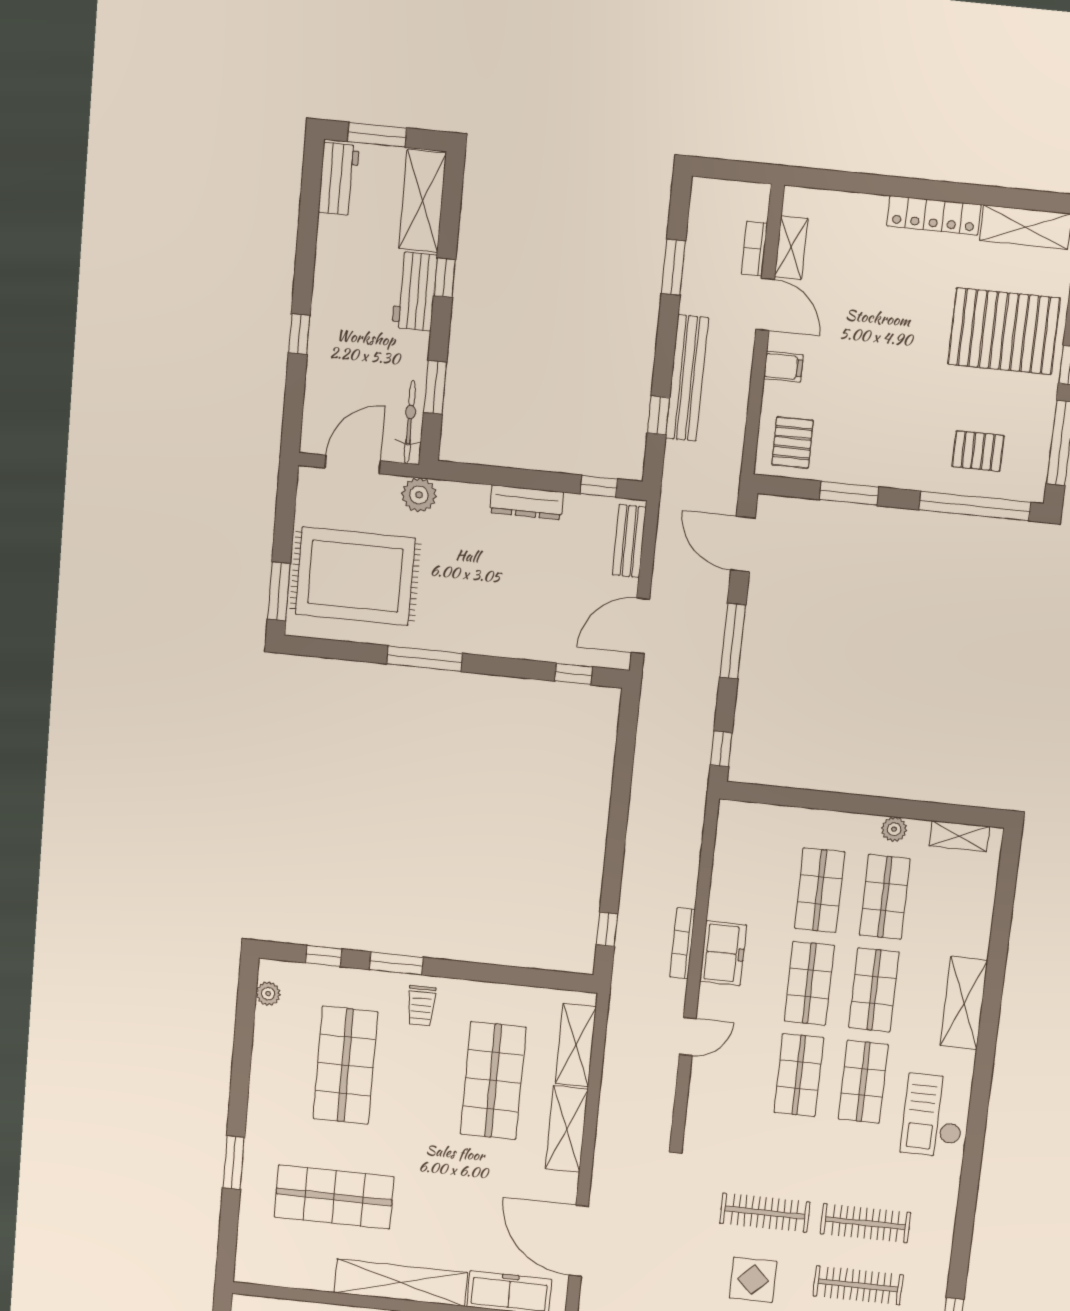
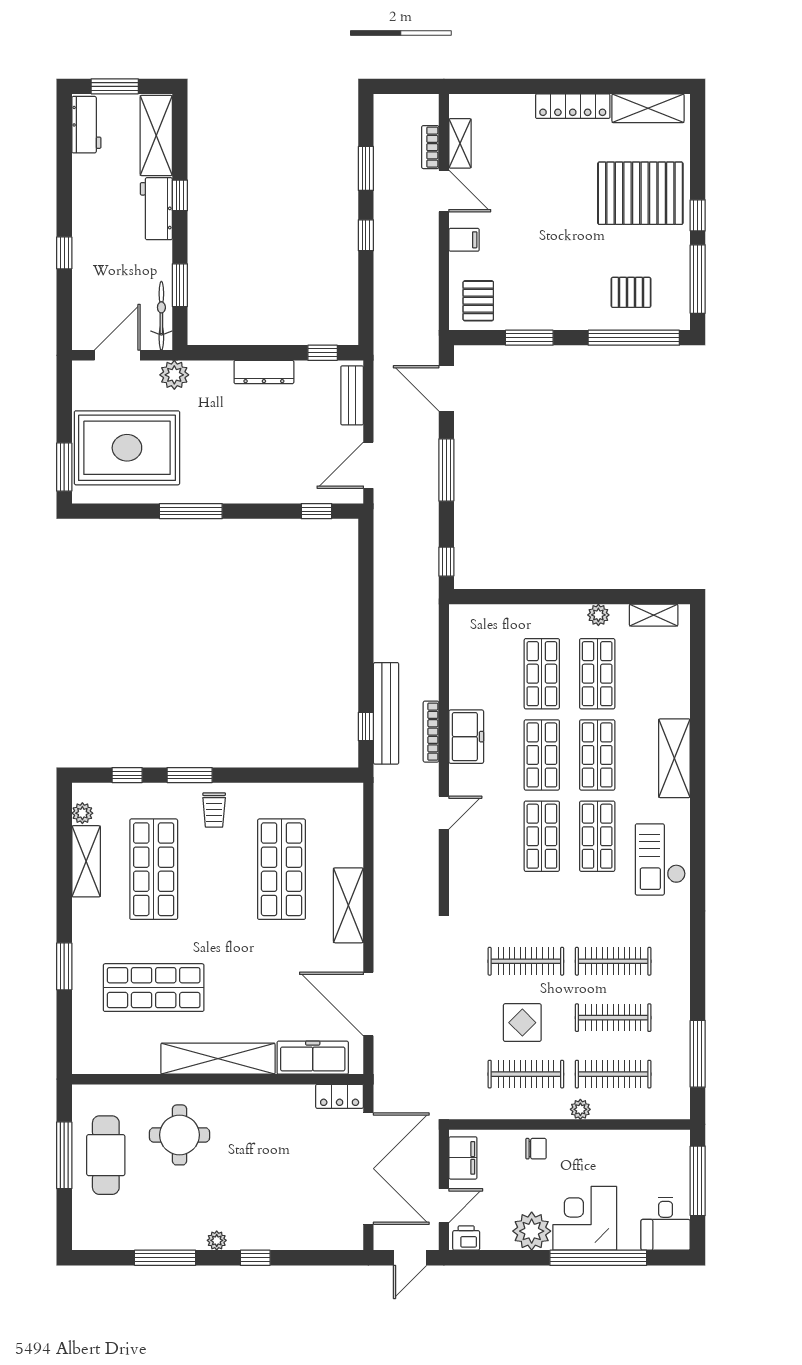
bench: (687, 378) -> (386, 713), moved
window: (659, 415) -> (366, 235), moved
shelving: (576, 1045) -> (86, 861), moved

